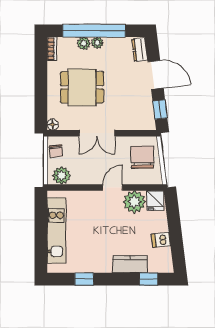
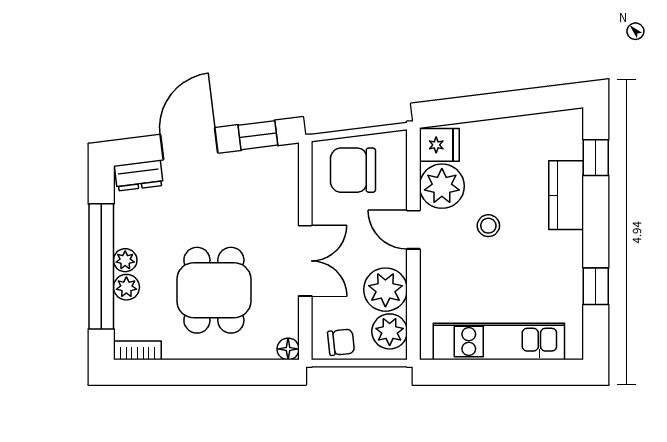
plant: (82, 173) -> (385, 290), added
stool: (115, 225) -> (488, 226), added
dishwasher: (161, 240) -> (518, 133), removed

